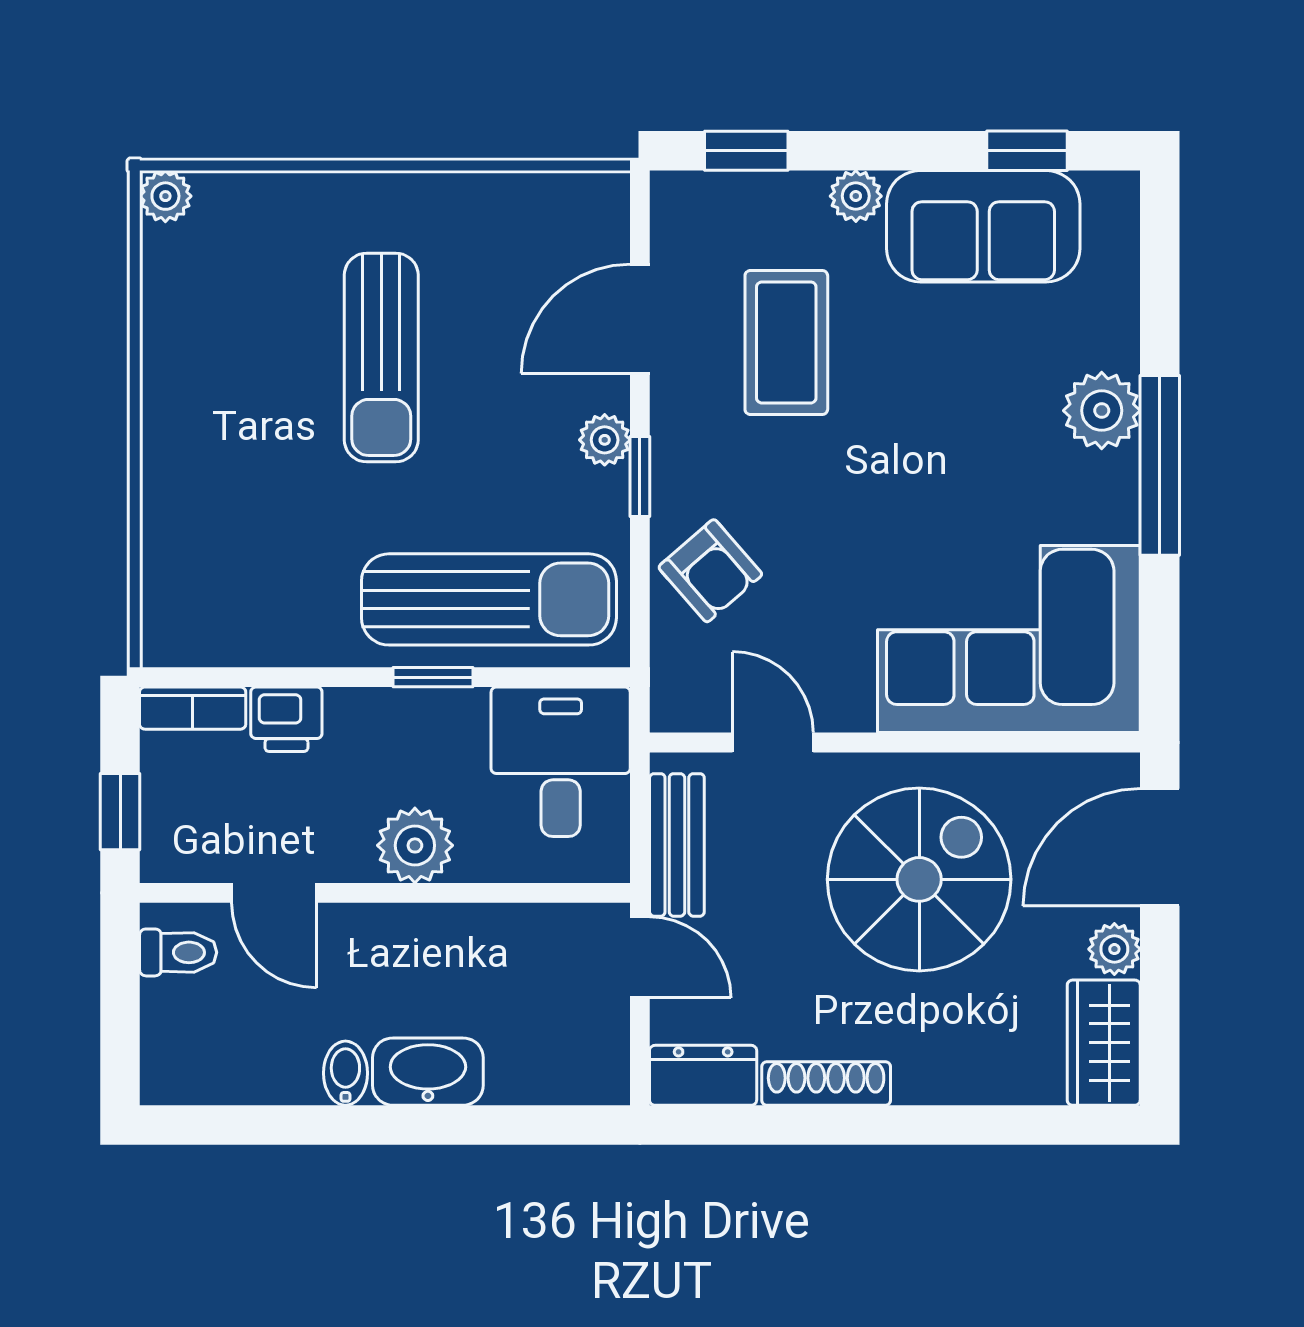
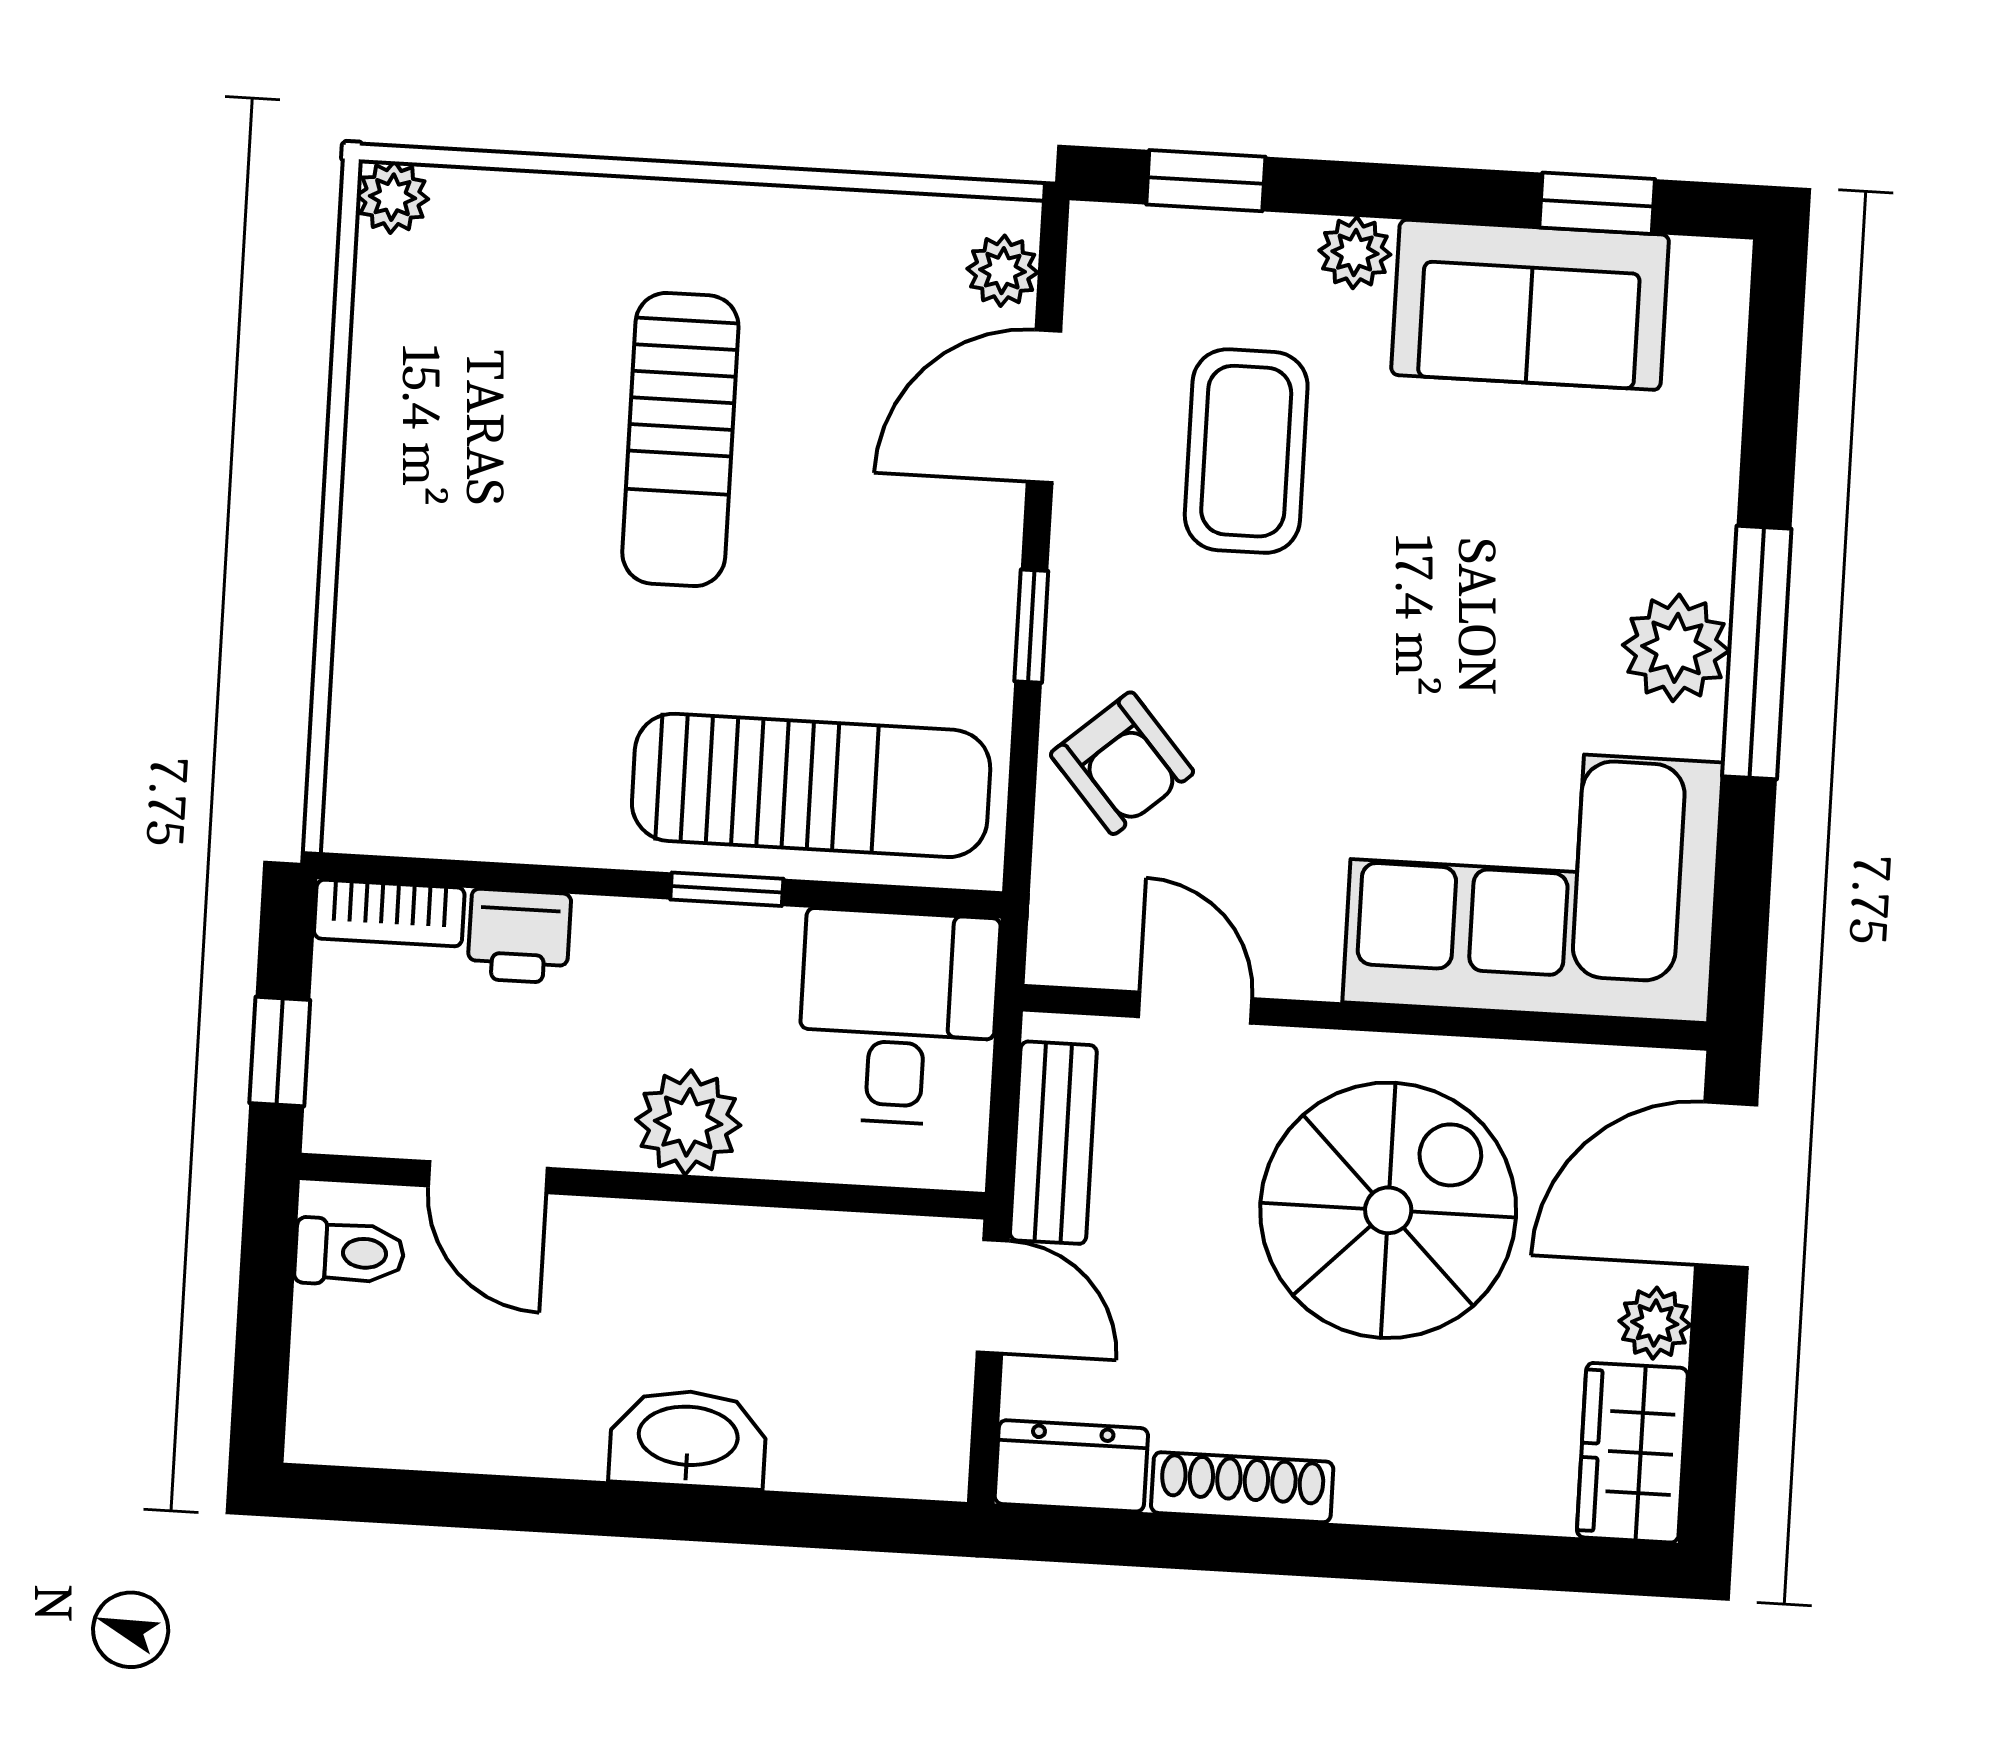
plant: (1102, 411) -> (1676, 648), moved
plant: (605, 440) -> (1003, 271), moved
bidet: (345, 1073) -> (573, 1434), removed

